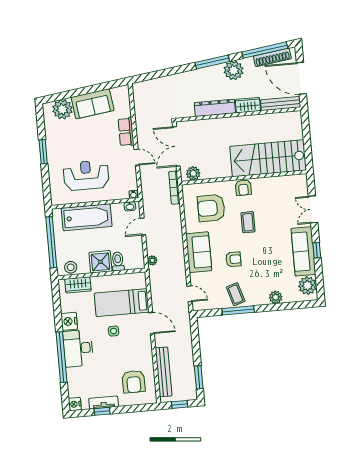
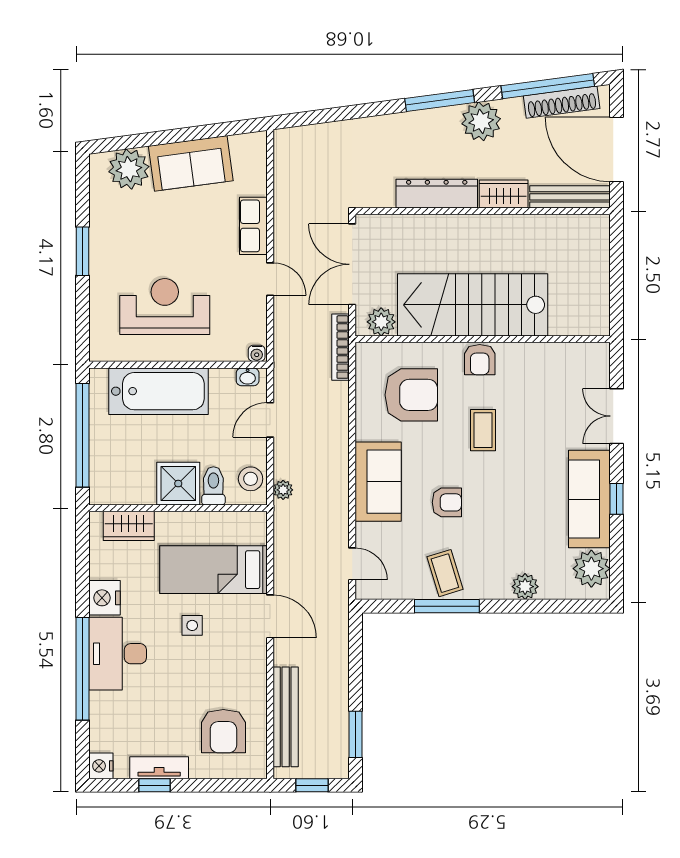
stairs: (268, 158) -> (473, 305), moved
armchair: (211, 208) -> (411, 395), turned 180
stool: (71, 267) -> (251, 479), moved

